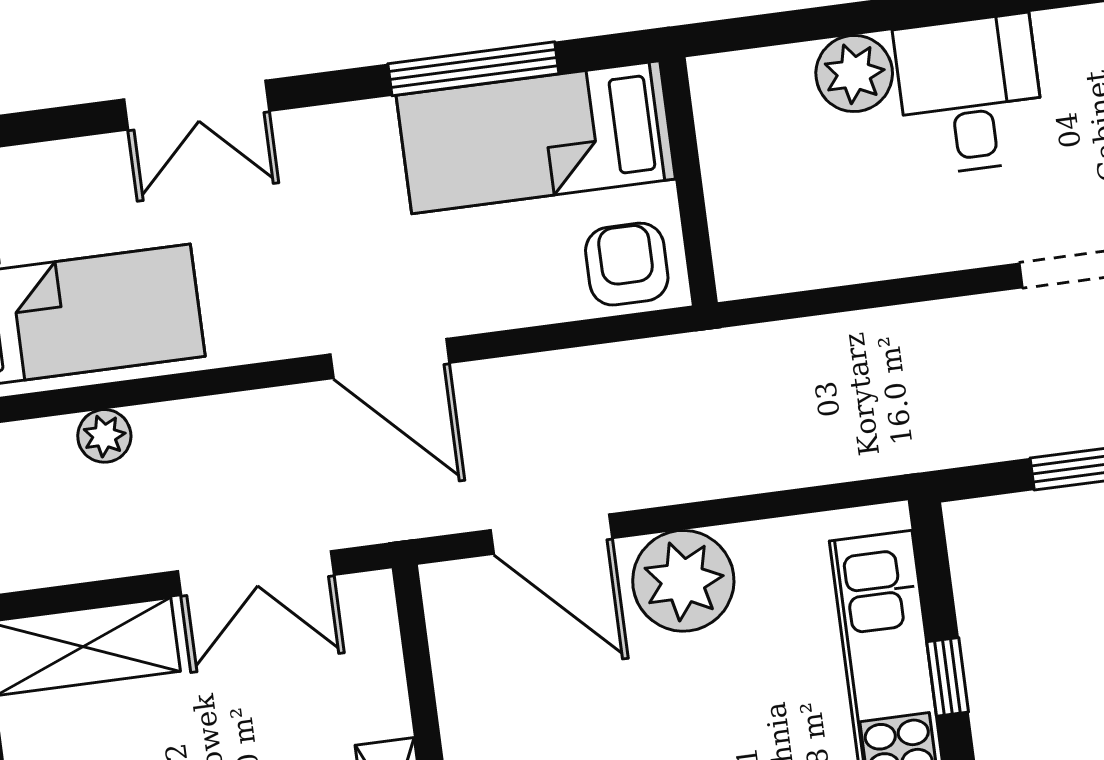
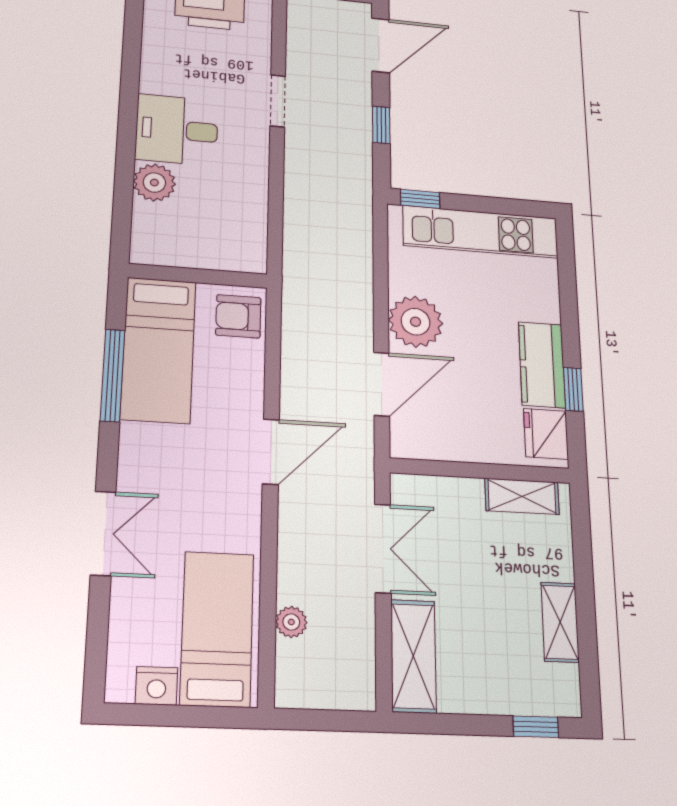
window: (948, 677) -> (420, 199), moved

